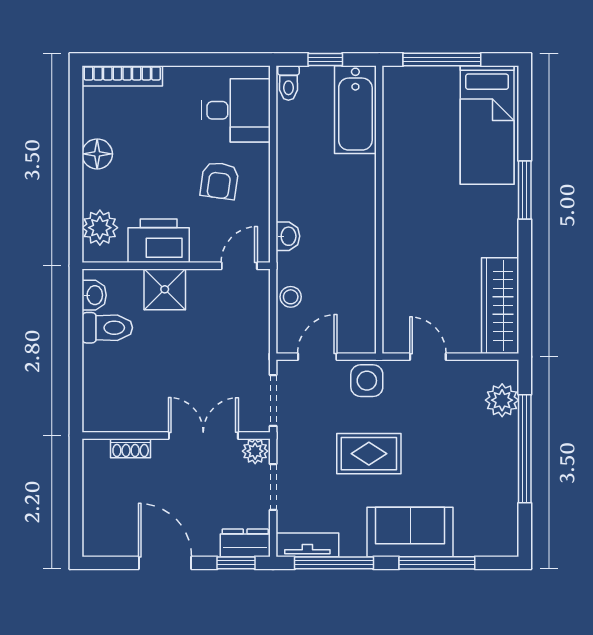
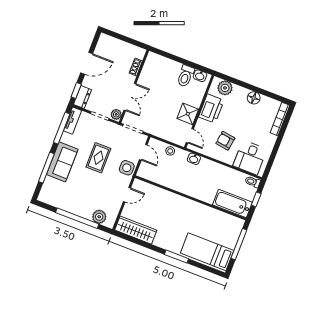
shower: (165, 289) -> (188, 114), moved

